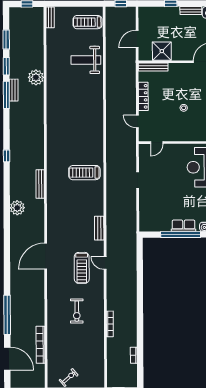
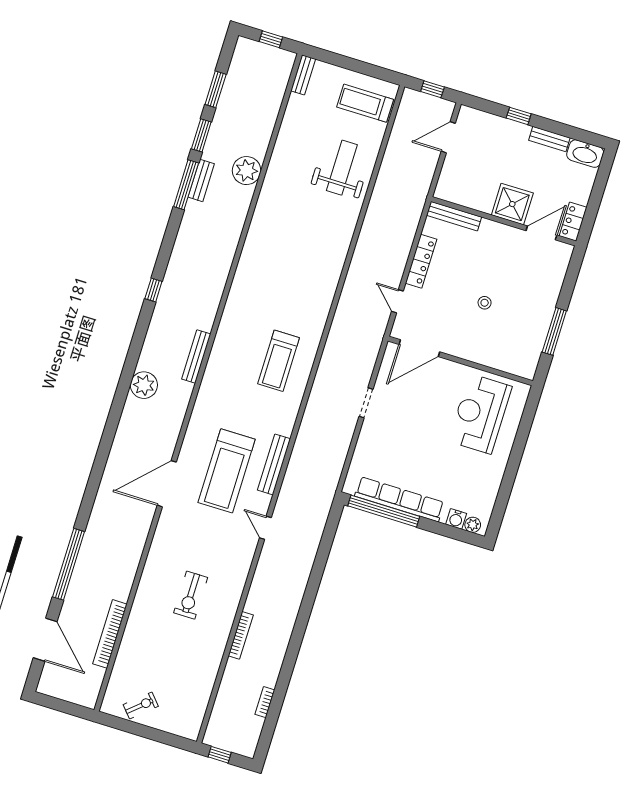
door: (137, 39) -> (448, 137), moved
shower: (162, 51) -> (512, 204), moved
weight bench: (86, 60) -> (342, 168), turned 90
door: (157, 143) -> (419, 348), width x1.88
treadmill: (84, 173) -> (279, 361), turned -90
row of seats: (183, 226) -> (399, 499), width x2.02
bench: (99, 228) -> (274, 464), width x1.36
window: (181, 235) -> (384, 511), moved
treadmill: (82, 268) -> (227, 471), moved, width x1.37, depth x1.38

